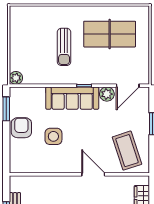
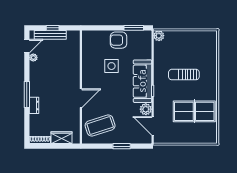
table tennis table: (110, 34) -> (194, 111), turned 90
armchair: (21, 128) -> (119, 40), turned 180

